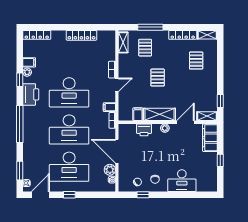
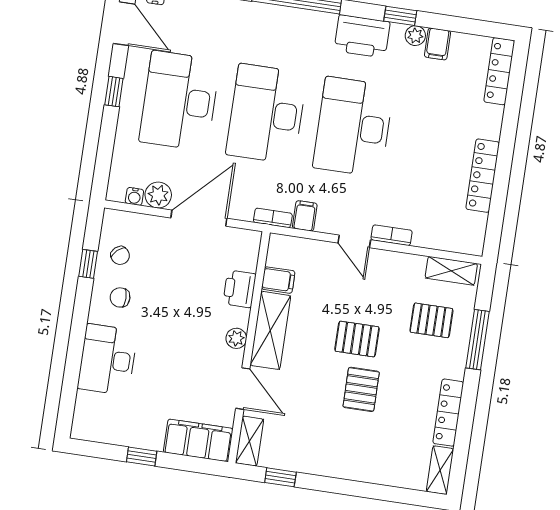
pallet: (196, 61) -> (361, 389), moved, turned 90

